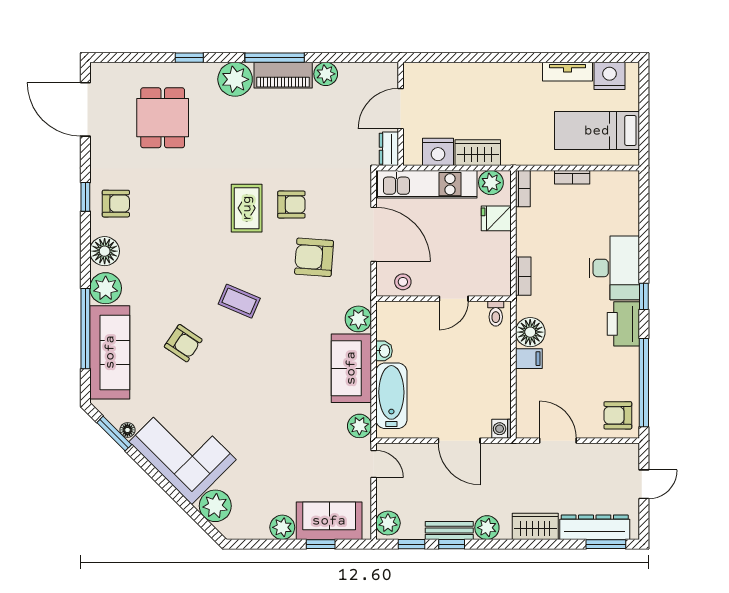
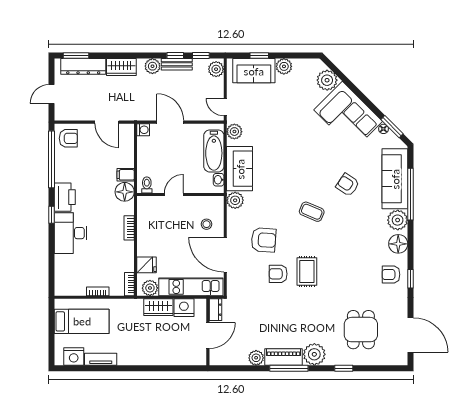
wall: (443, 299) -> (180, 195), moved
door: (454, 299) -> (174, 195), moved
toilet: (496, 314) -> (147, 185), moved

